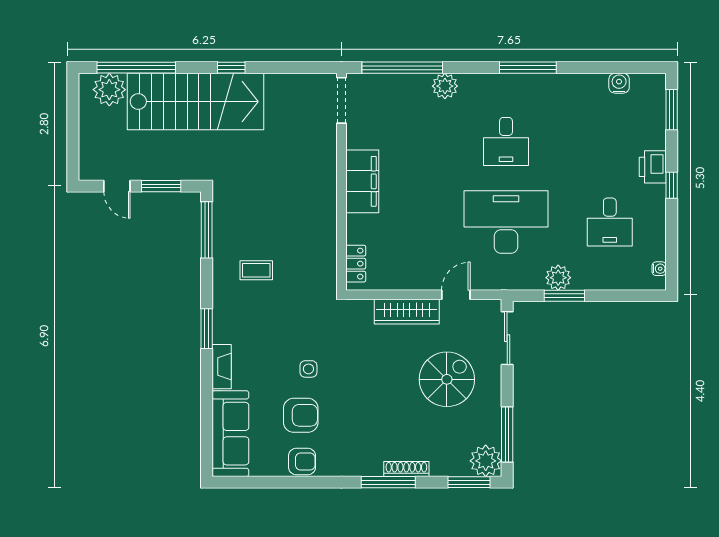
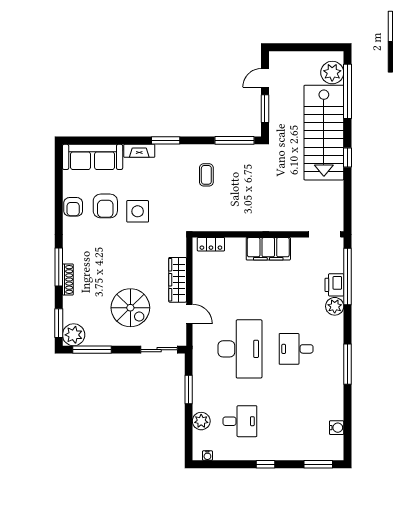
printer: (653, 167) -> (334, 285), moved, turned -90
desk: (610, 222) -> (240, 421), turned 180
plant: (558, 278) -> (201, 421), moved
side table: (308, 369) -> (138, 211), width x1.87, depth x1.87

